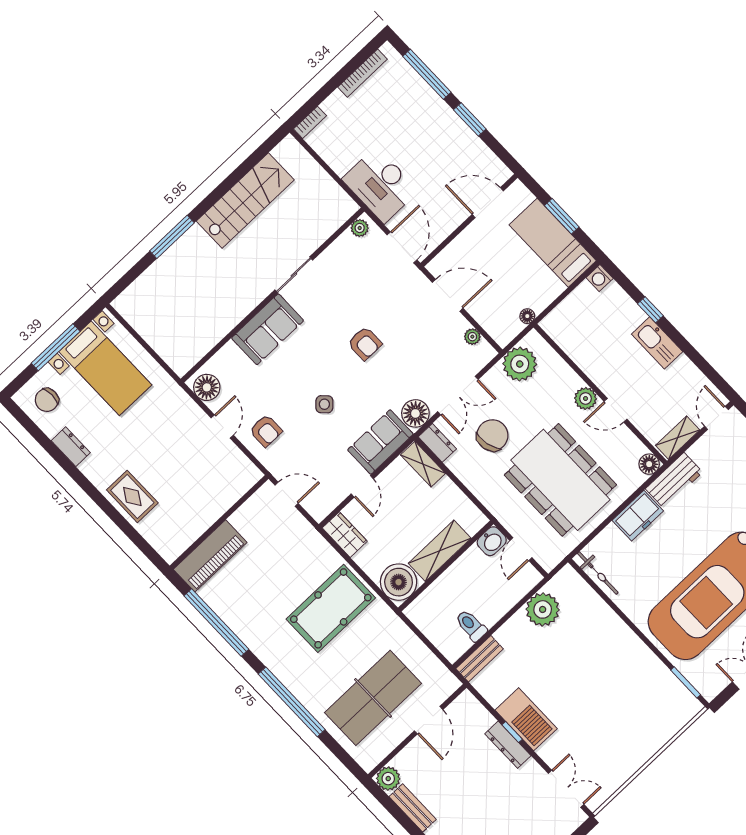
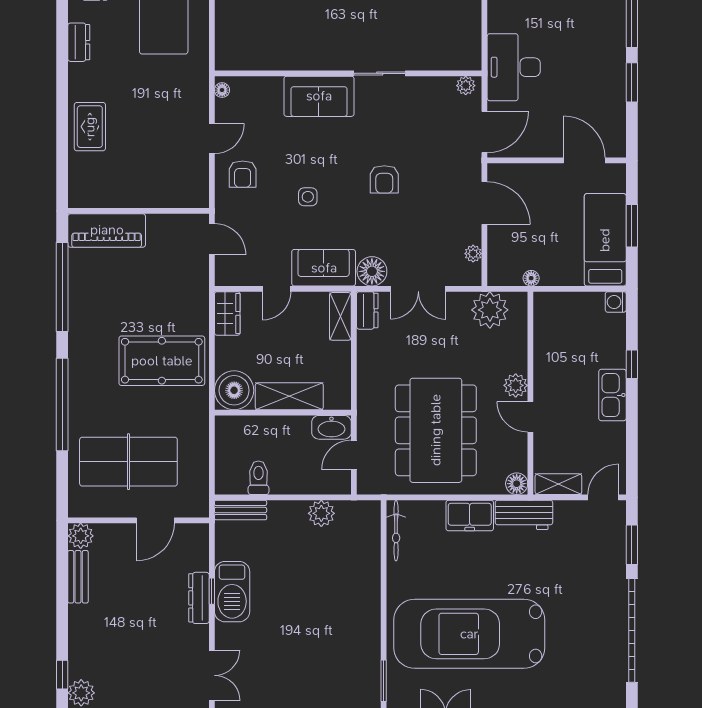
floor lamp: (207, 387) -> (222, 90), width x0.53, depth x0.53
side table: (324, 404) -> (308, 197), turned 45
chair: (492, 435) -> (416, 345), removed
washbasin: (492, 541) -> (331, 427), width x1.38
plant: (543, 609) -> (321, 513), width x0.73, depth x0.73

